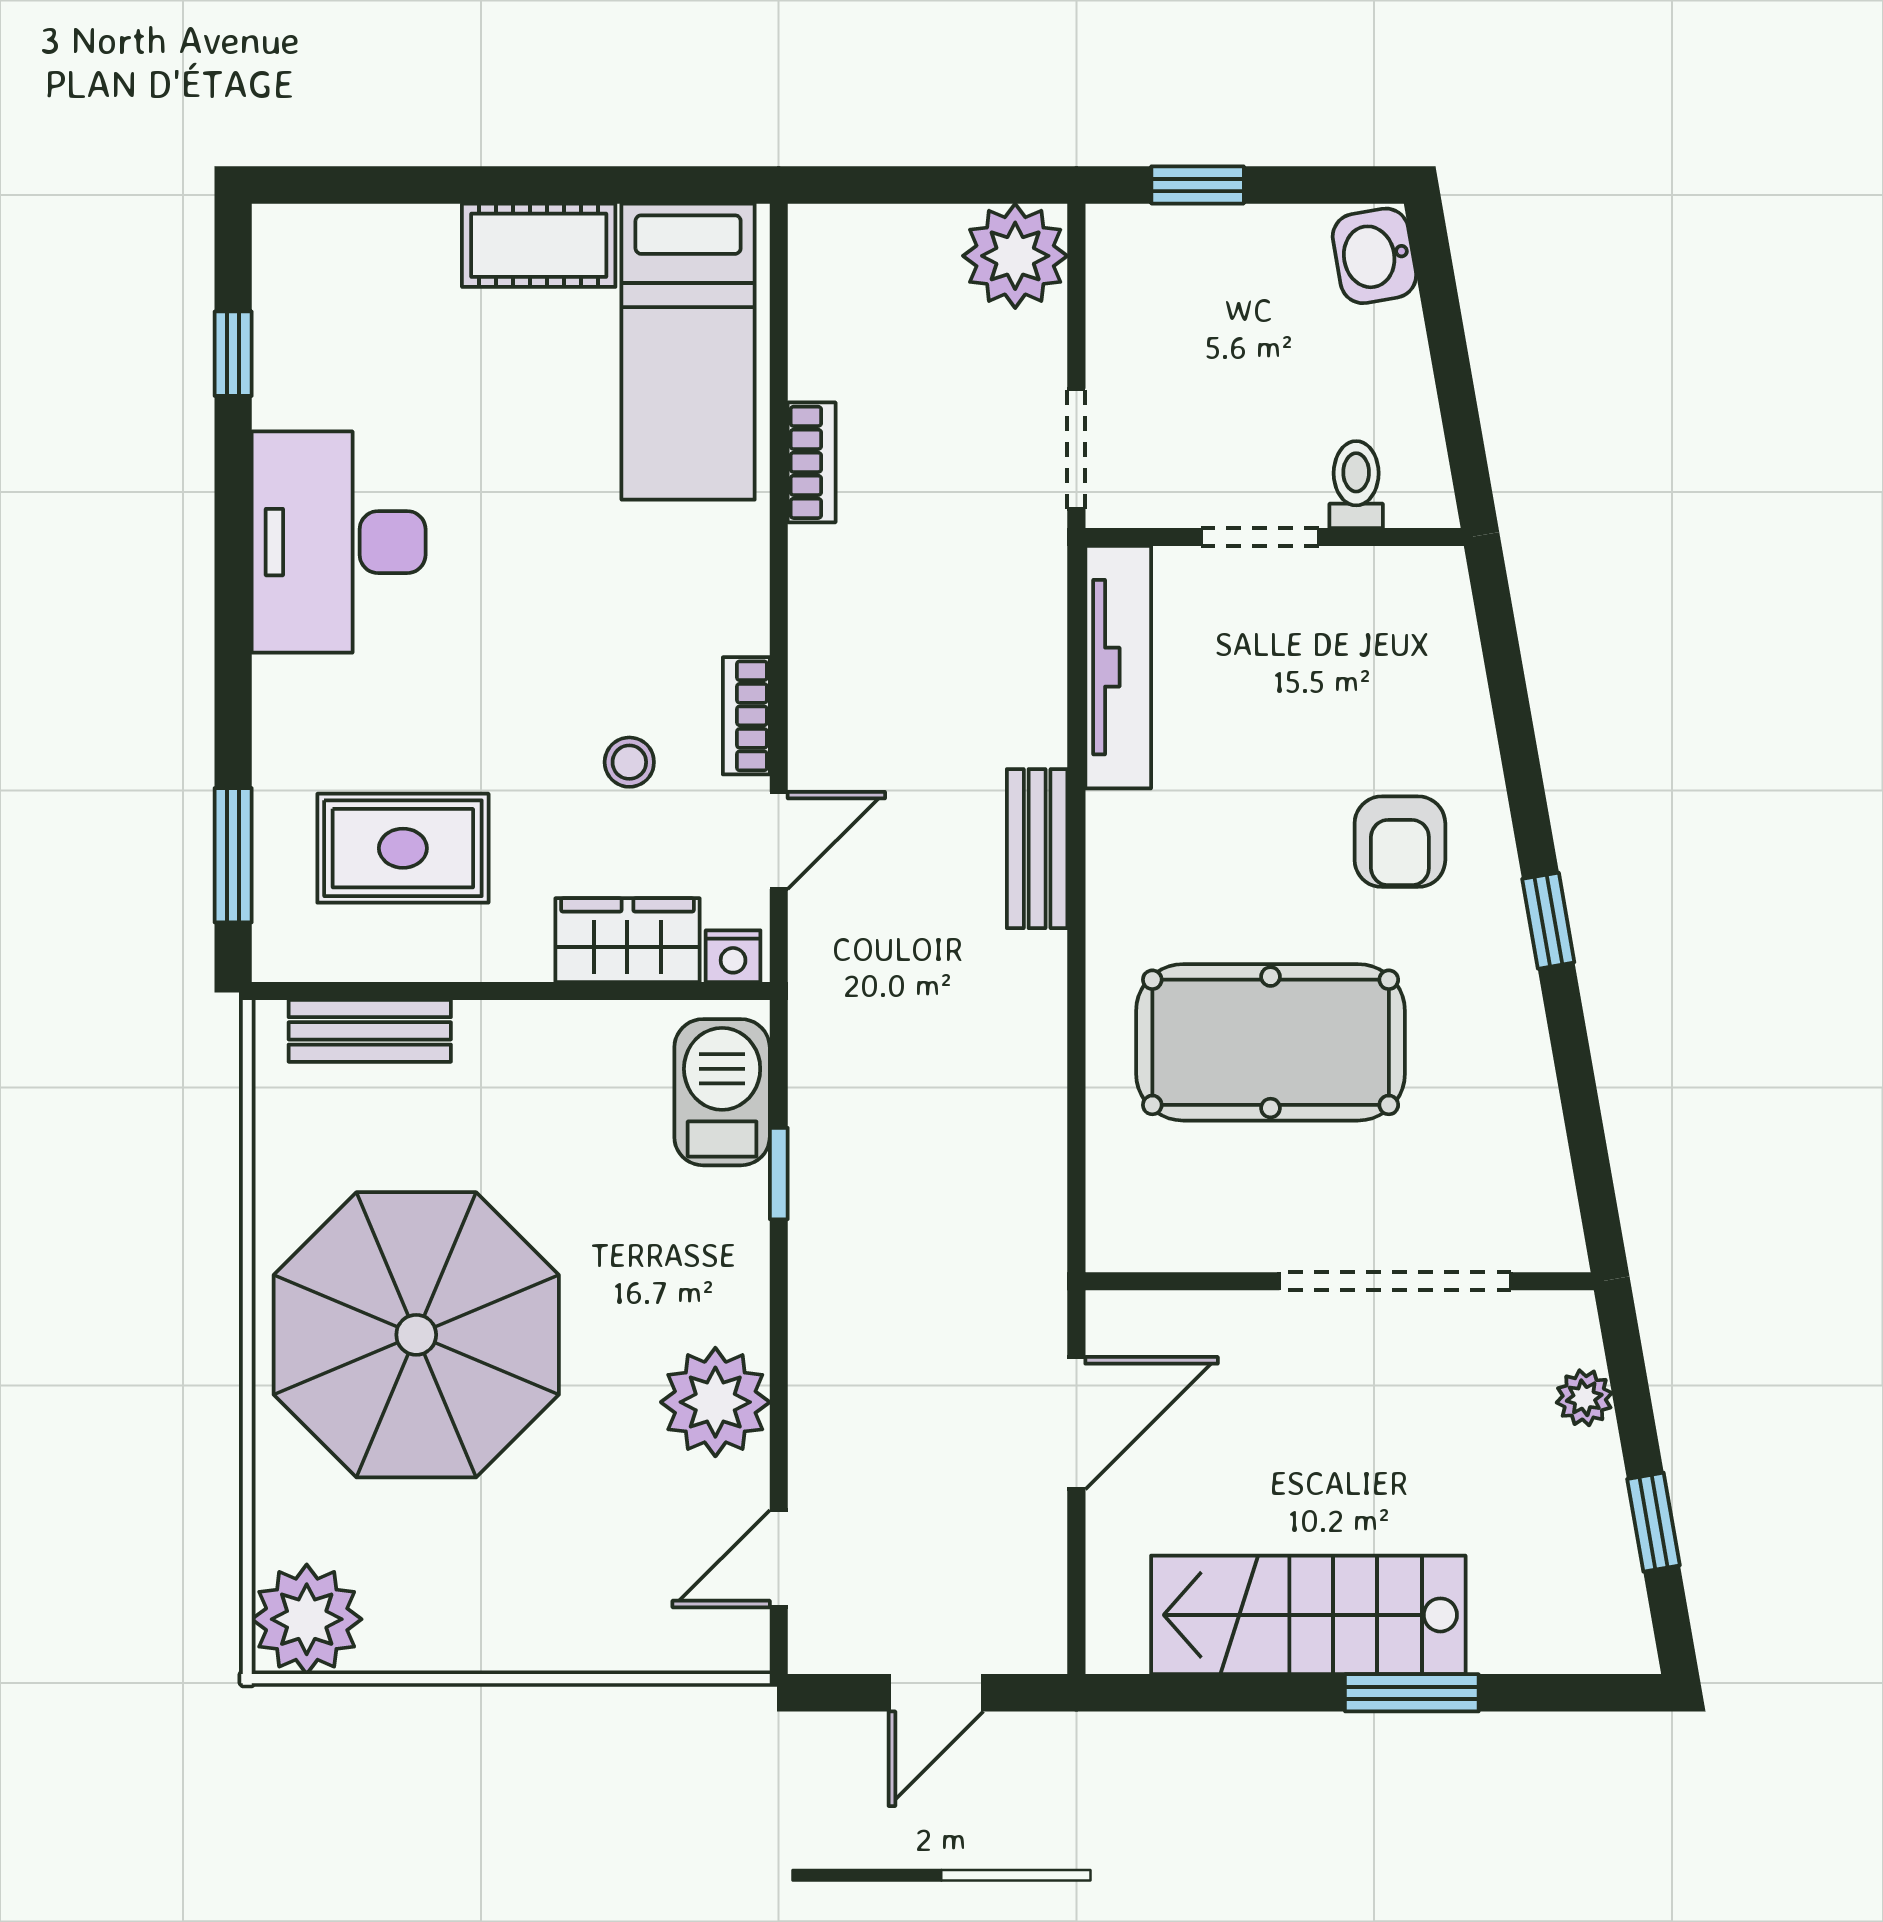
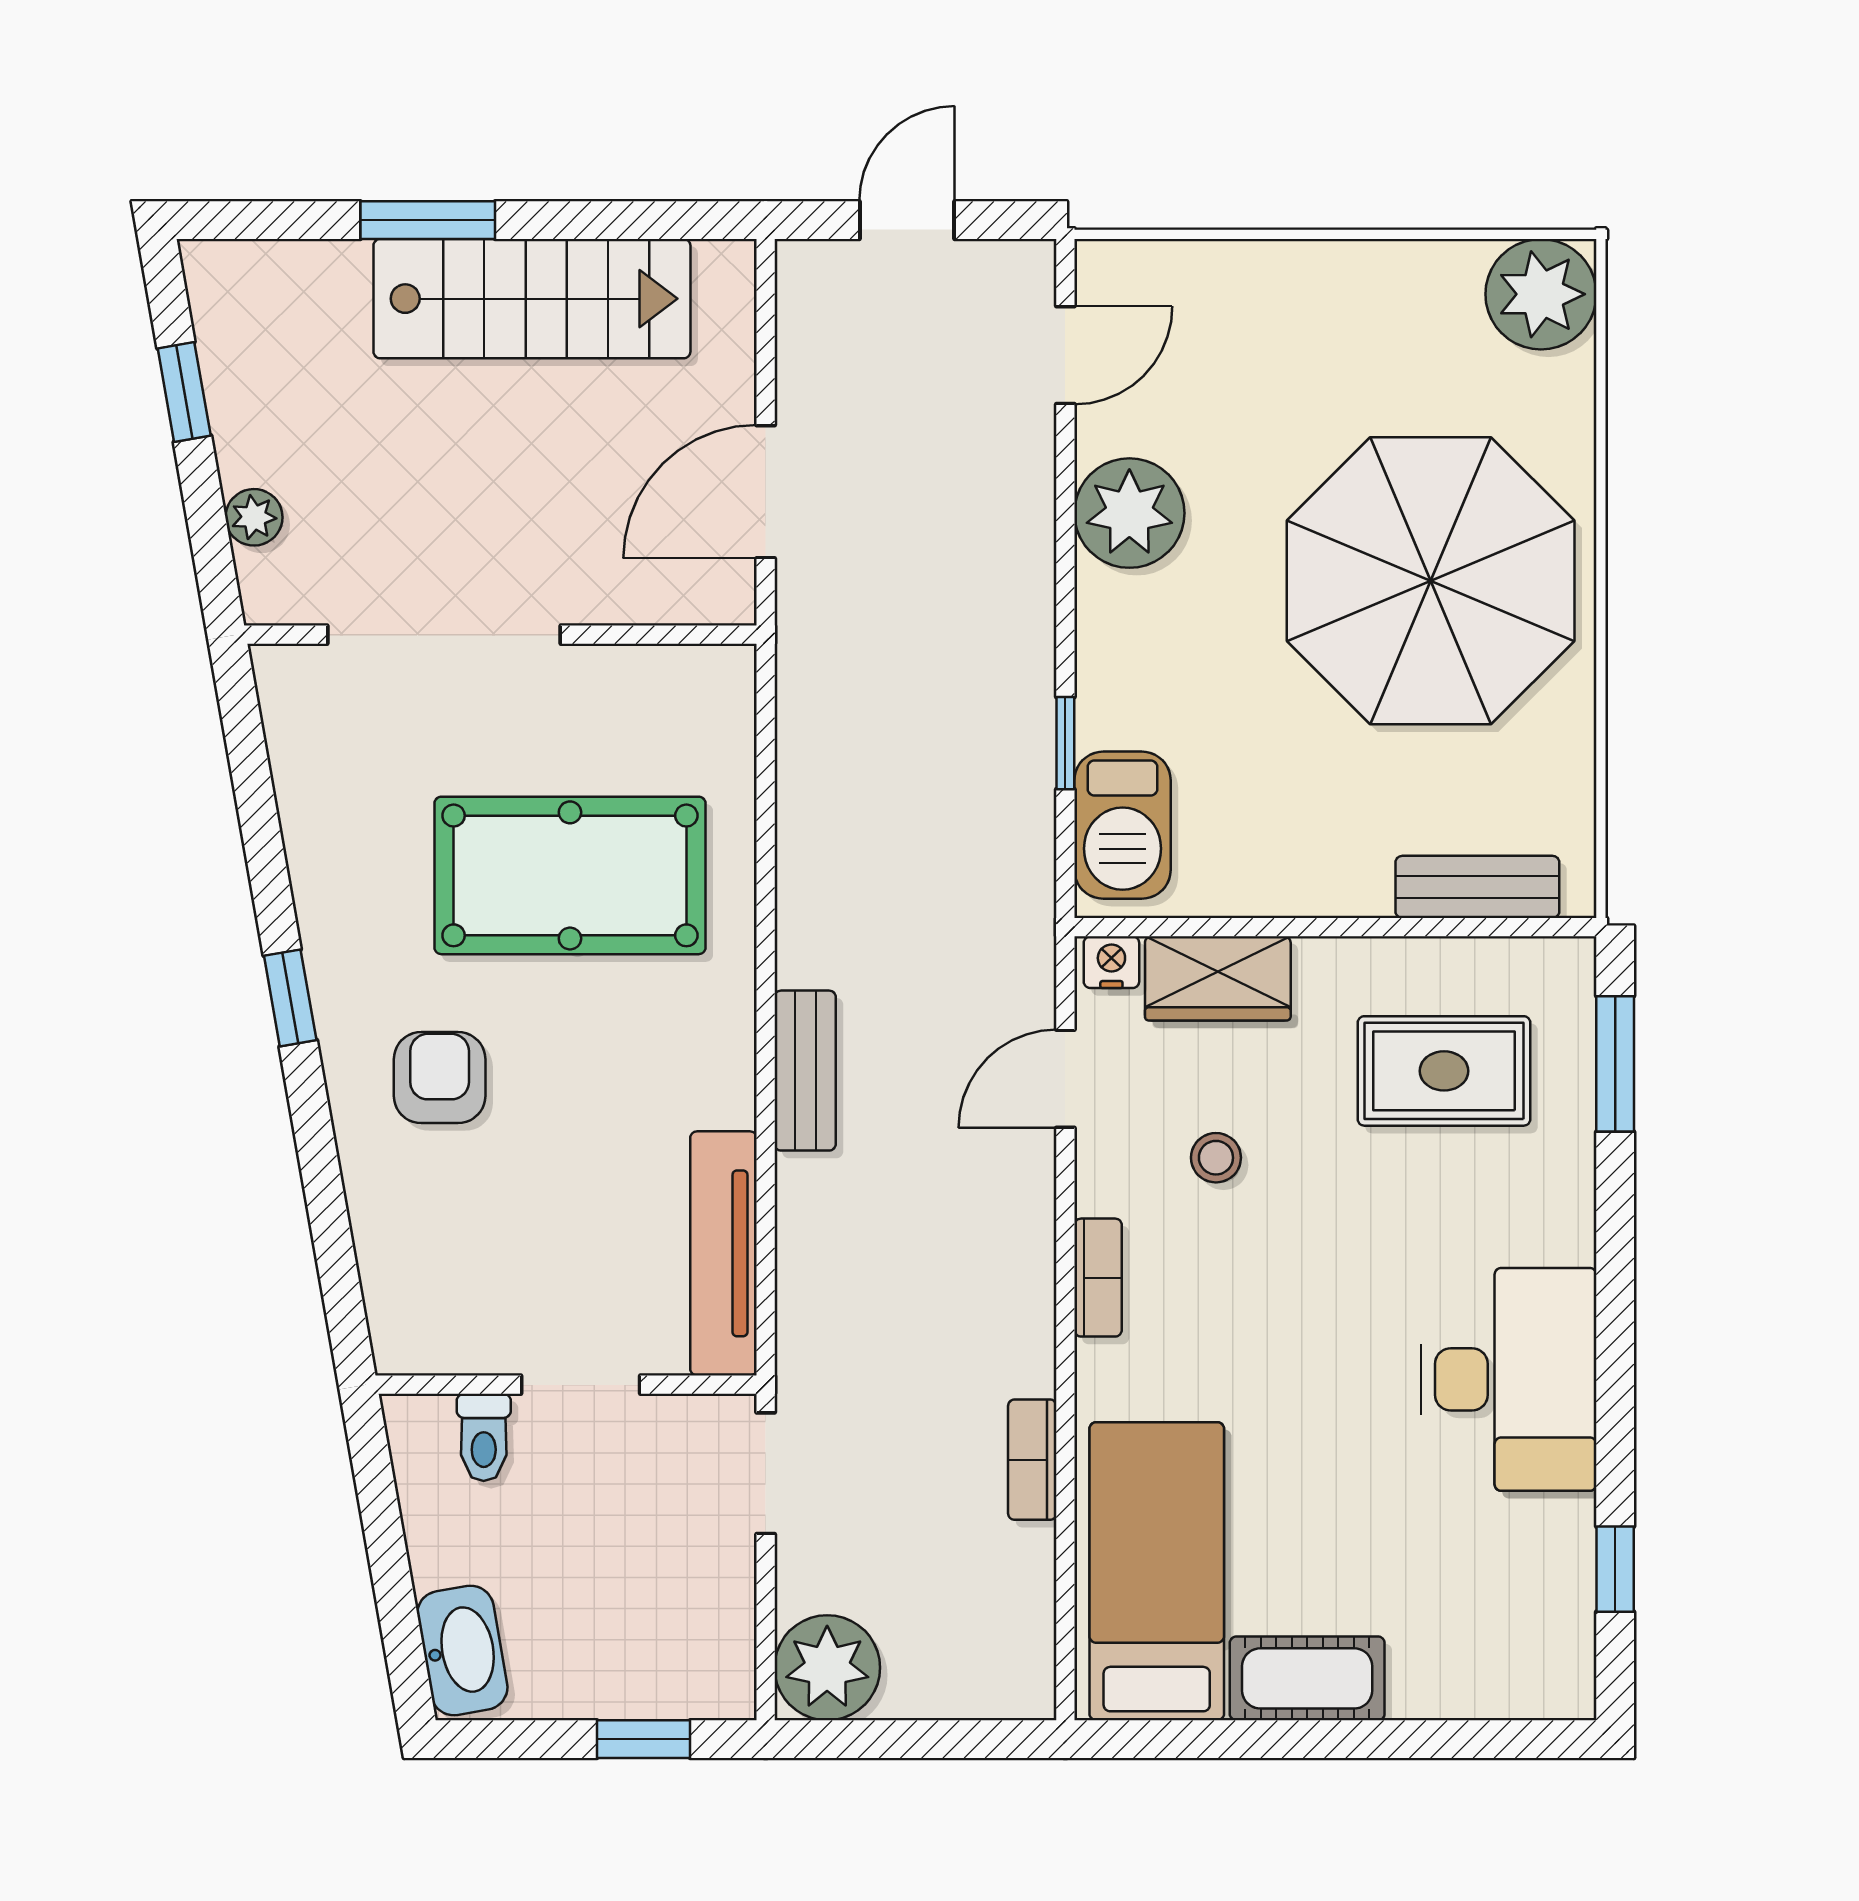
washbasin: (1374, 256) -> (462, 1650), width x1.38
bookcase: (746, 716) -> (1098, 1278), moved

